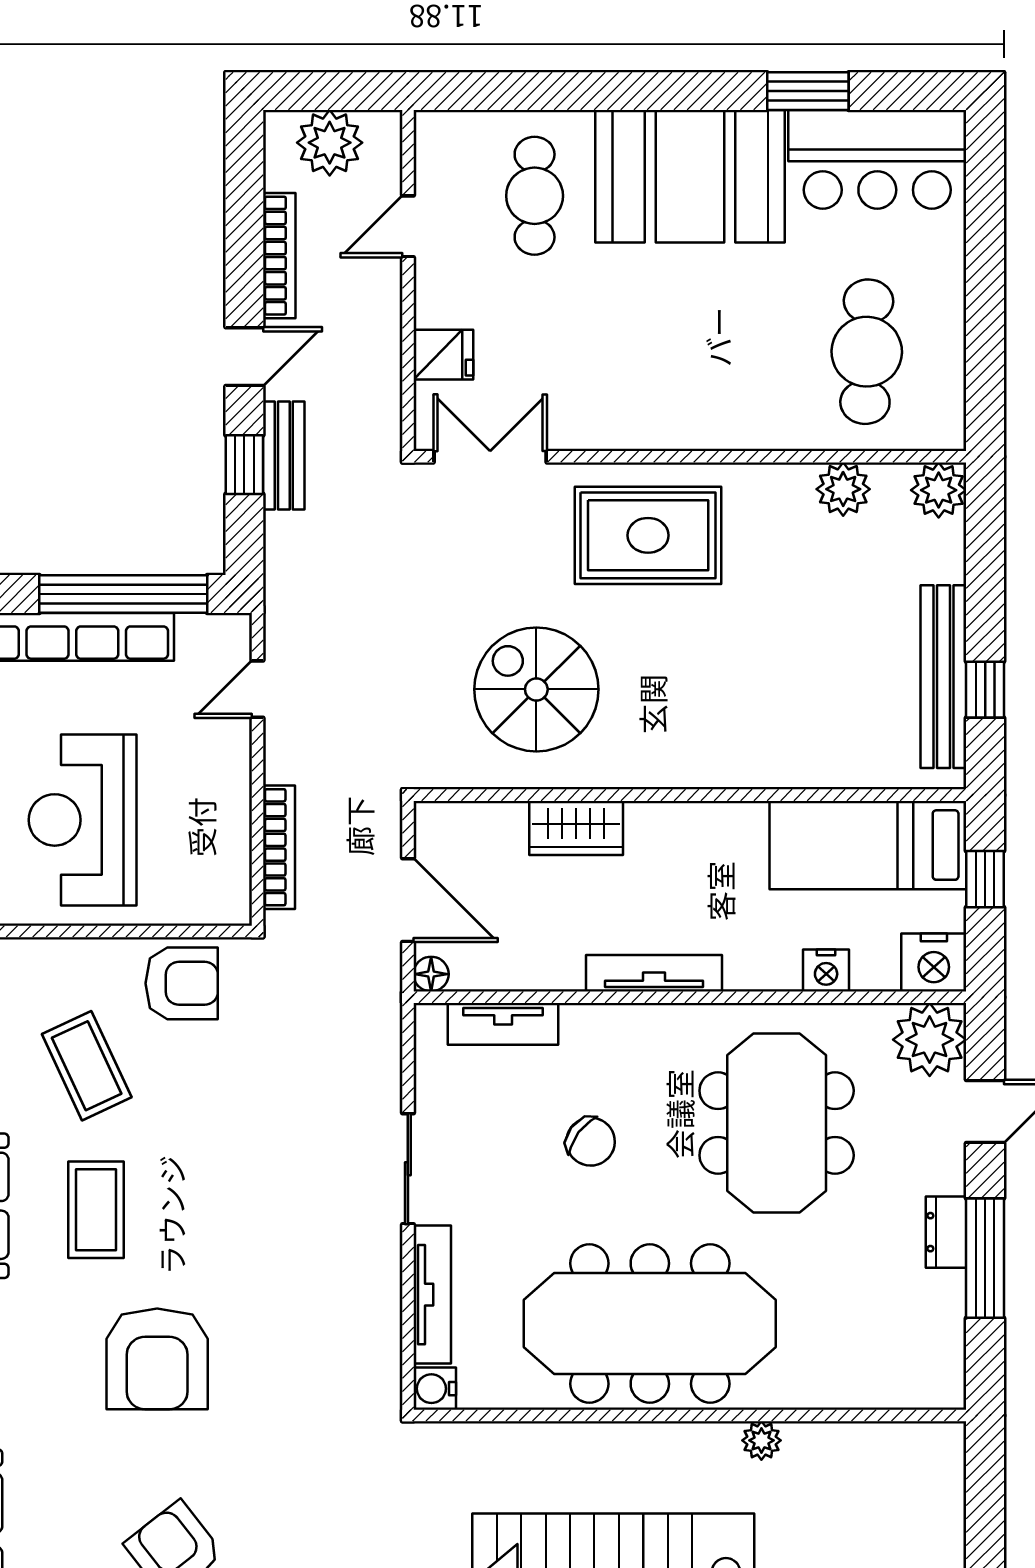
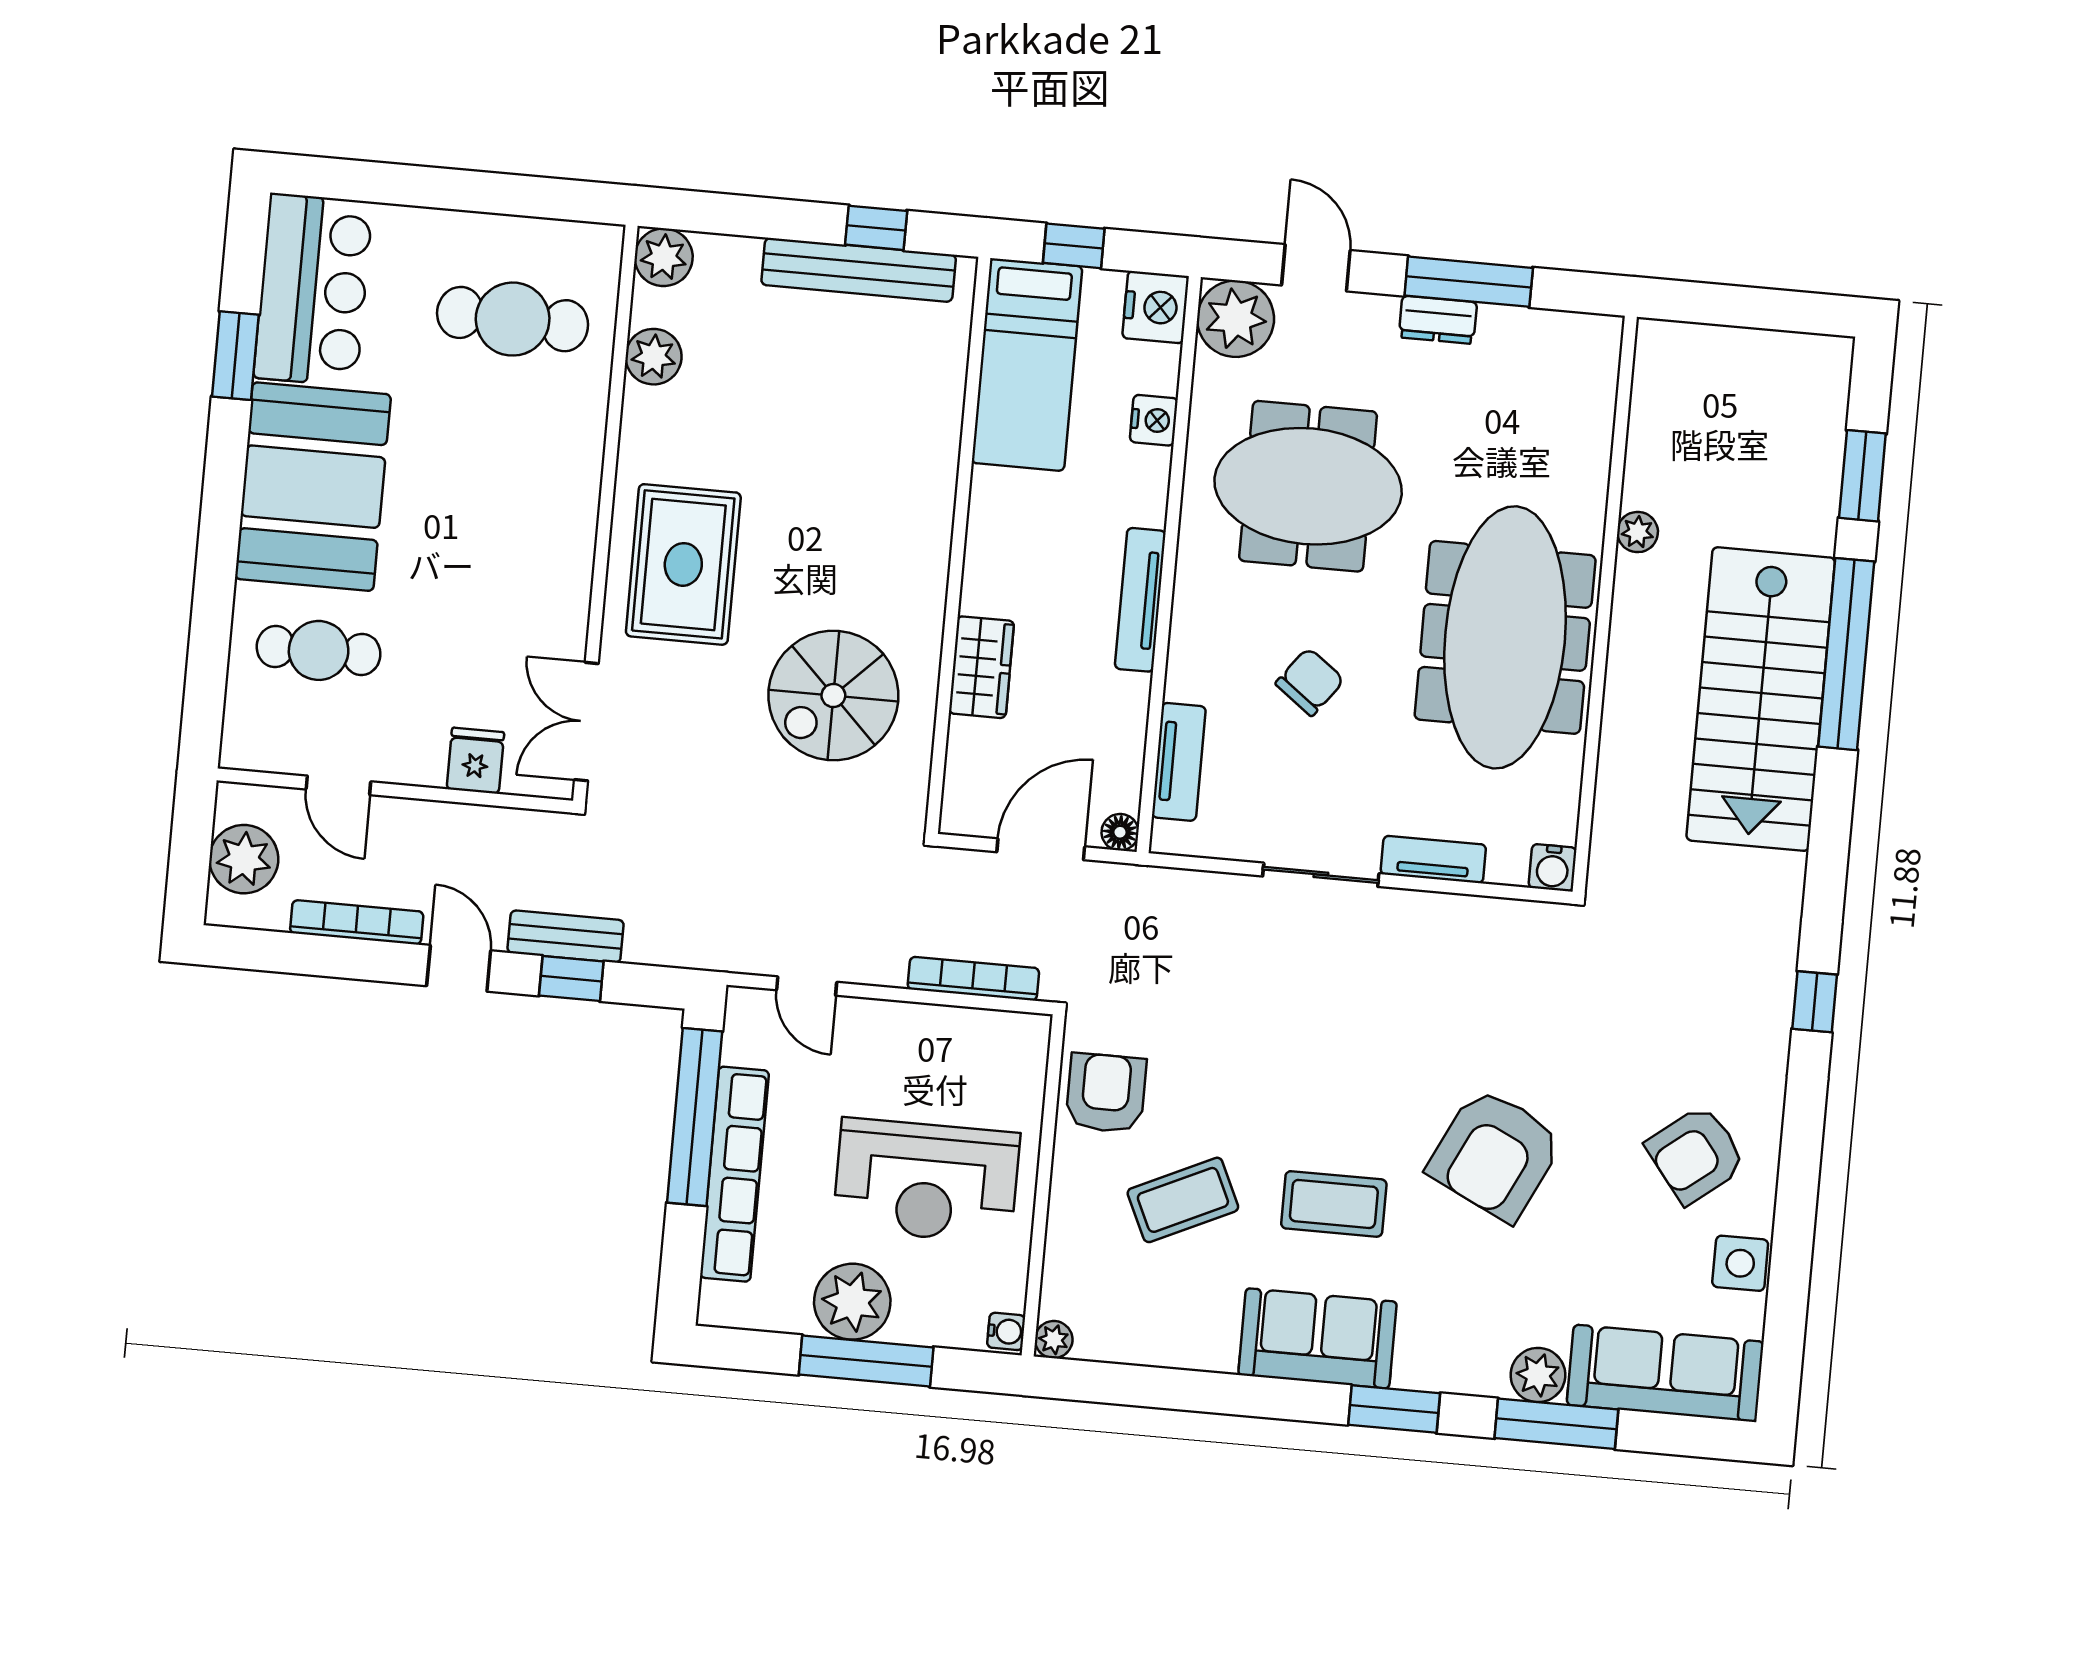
tv unit: (432, 1295) -> (1433, 859), width x0.71
armchair: (157, 1359) -> (1495, 1154), turned 116

